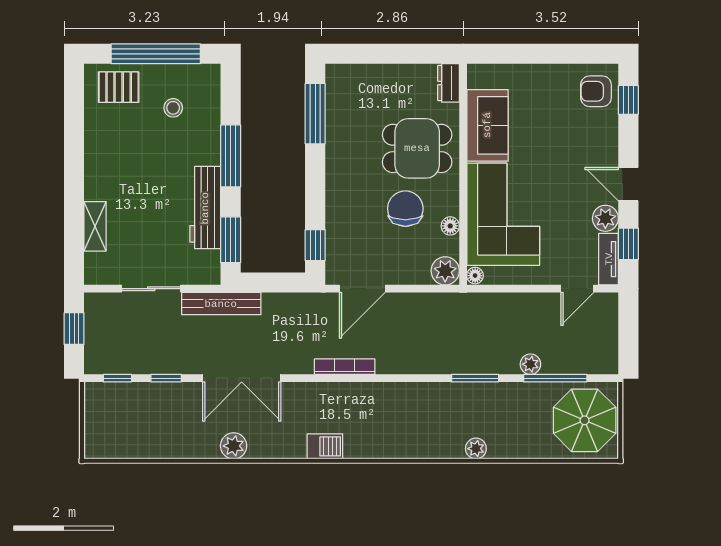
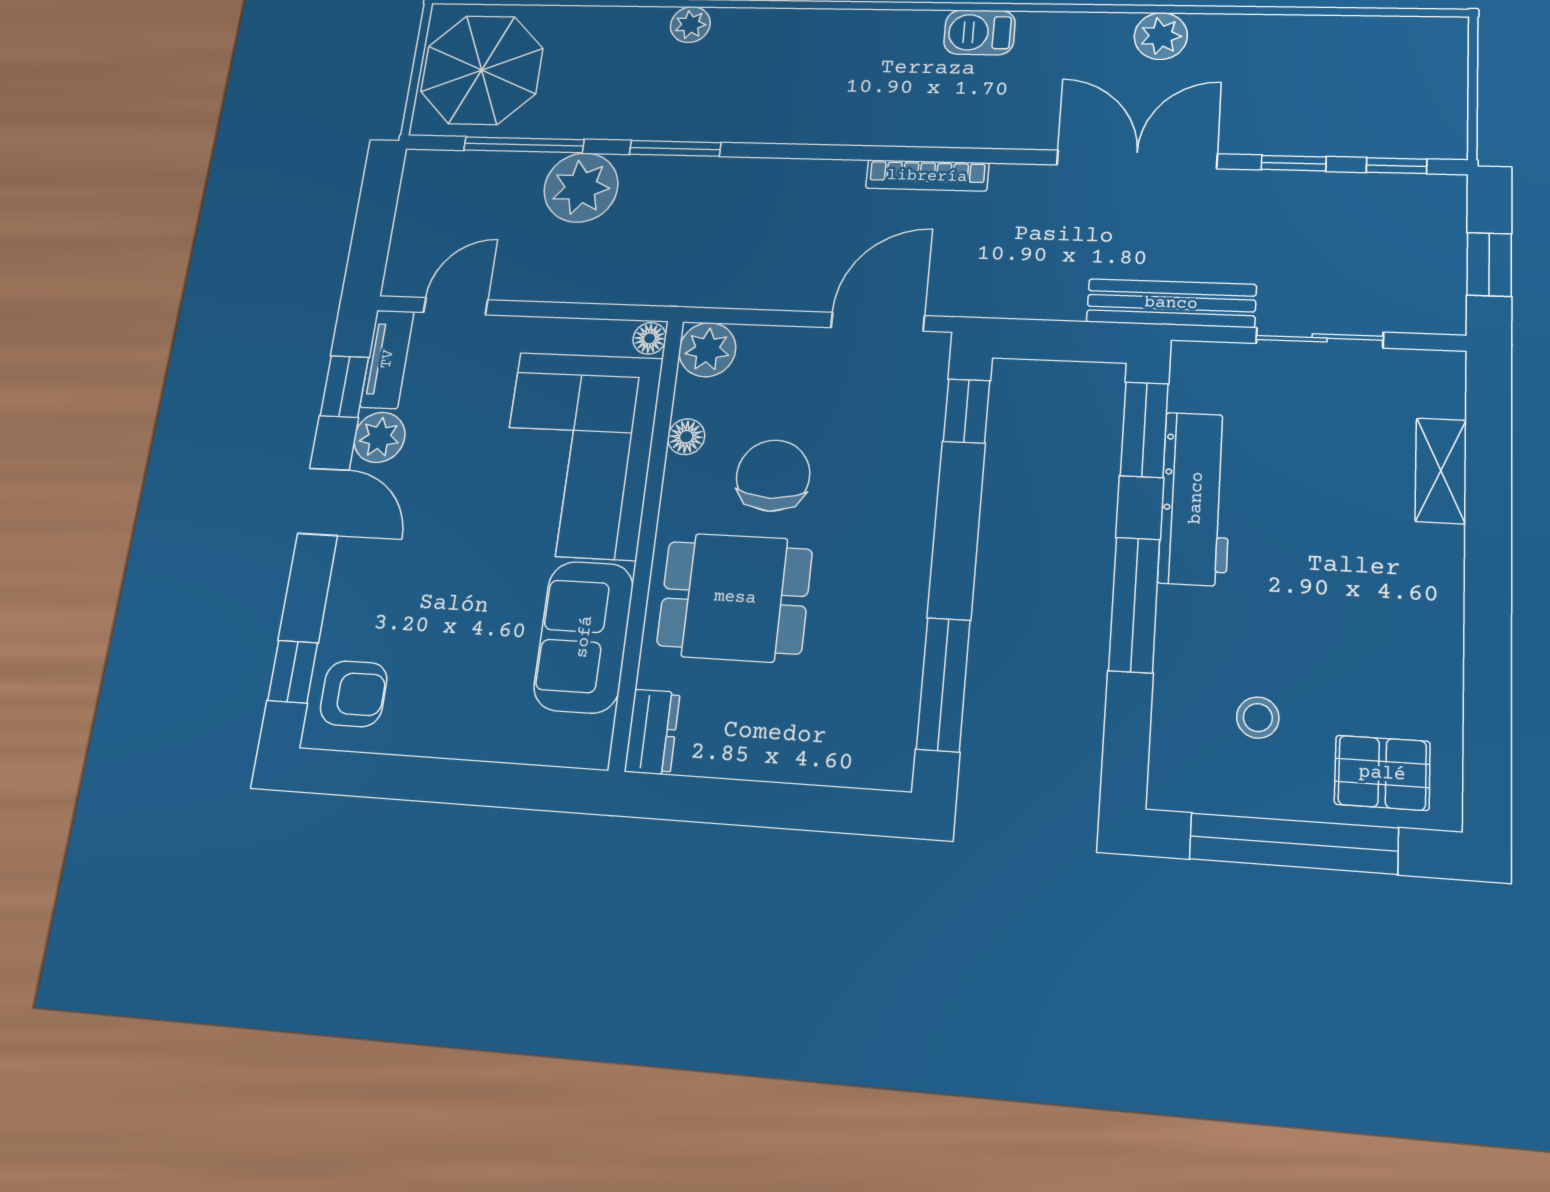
chair: (405, 209) -> (773, 476), turned 180
plant: (530, 364) -> (581, 187), width x1.88, depth x1.88

